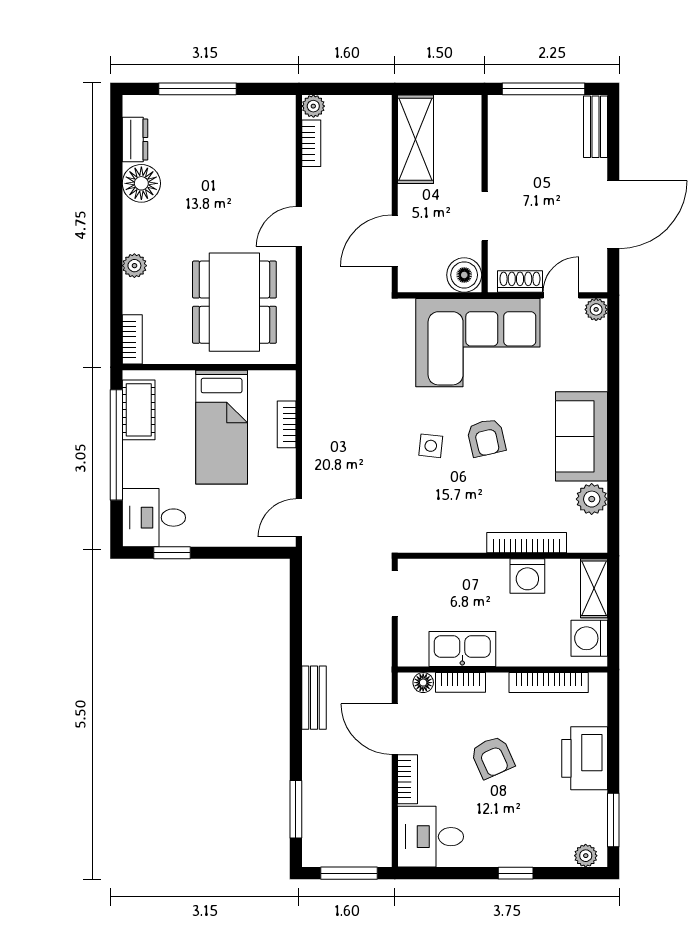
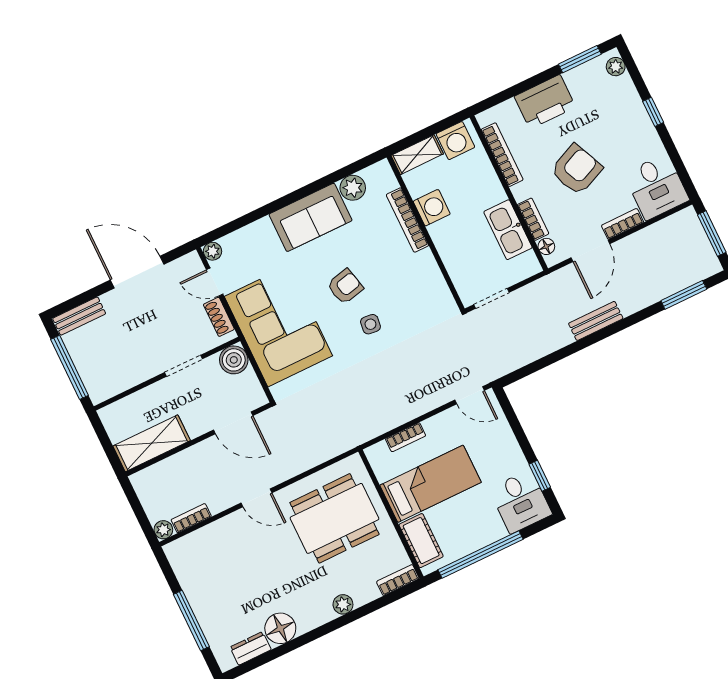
cot: (139, 410) -> (421, 541), moved, turned 90
armchair: (492, 757) -> (577, 170), width x1.38, depth x1.38

